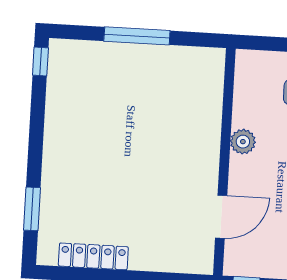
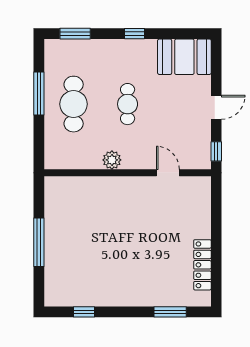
window: (40, 61) -> (84, 312), moved
door: (221, 217) -> (168, 173), width x0.73

